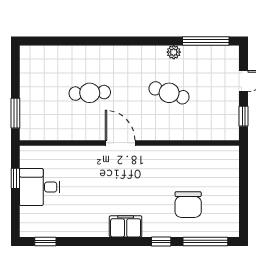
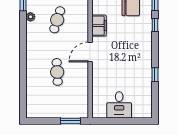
window: (15, 178) -> (113, 121), removed
filing cabinet: (126, 226) -> (99, 26), moved, turned 180
window: (45, 241) -> (155, 75), moved

